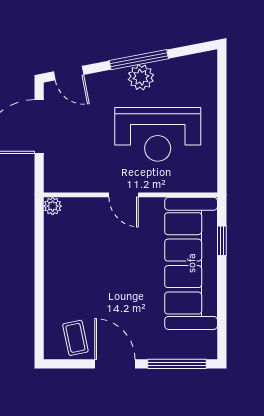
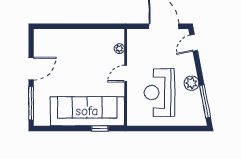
window: (139, 60) -> (205, 101), moved
plant: (53, 206) -> (119, 49), moved
coffee table: (75, 338) -> (46, 47), removed

